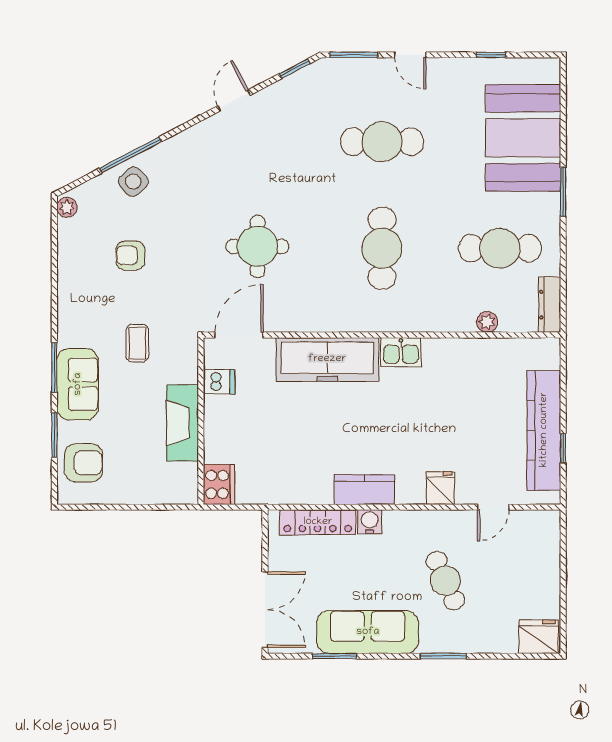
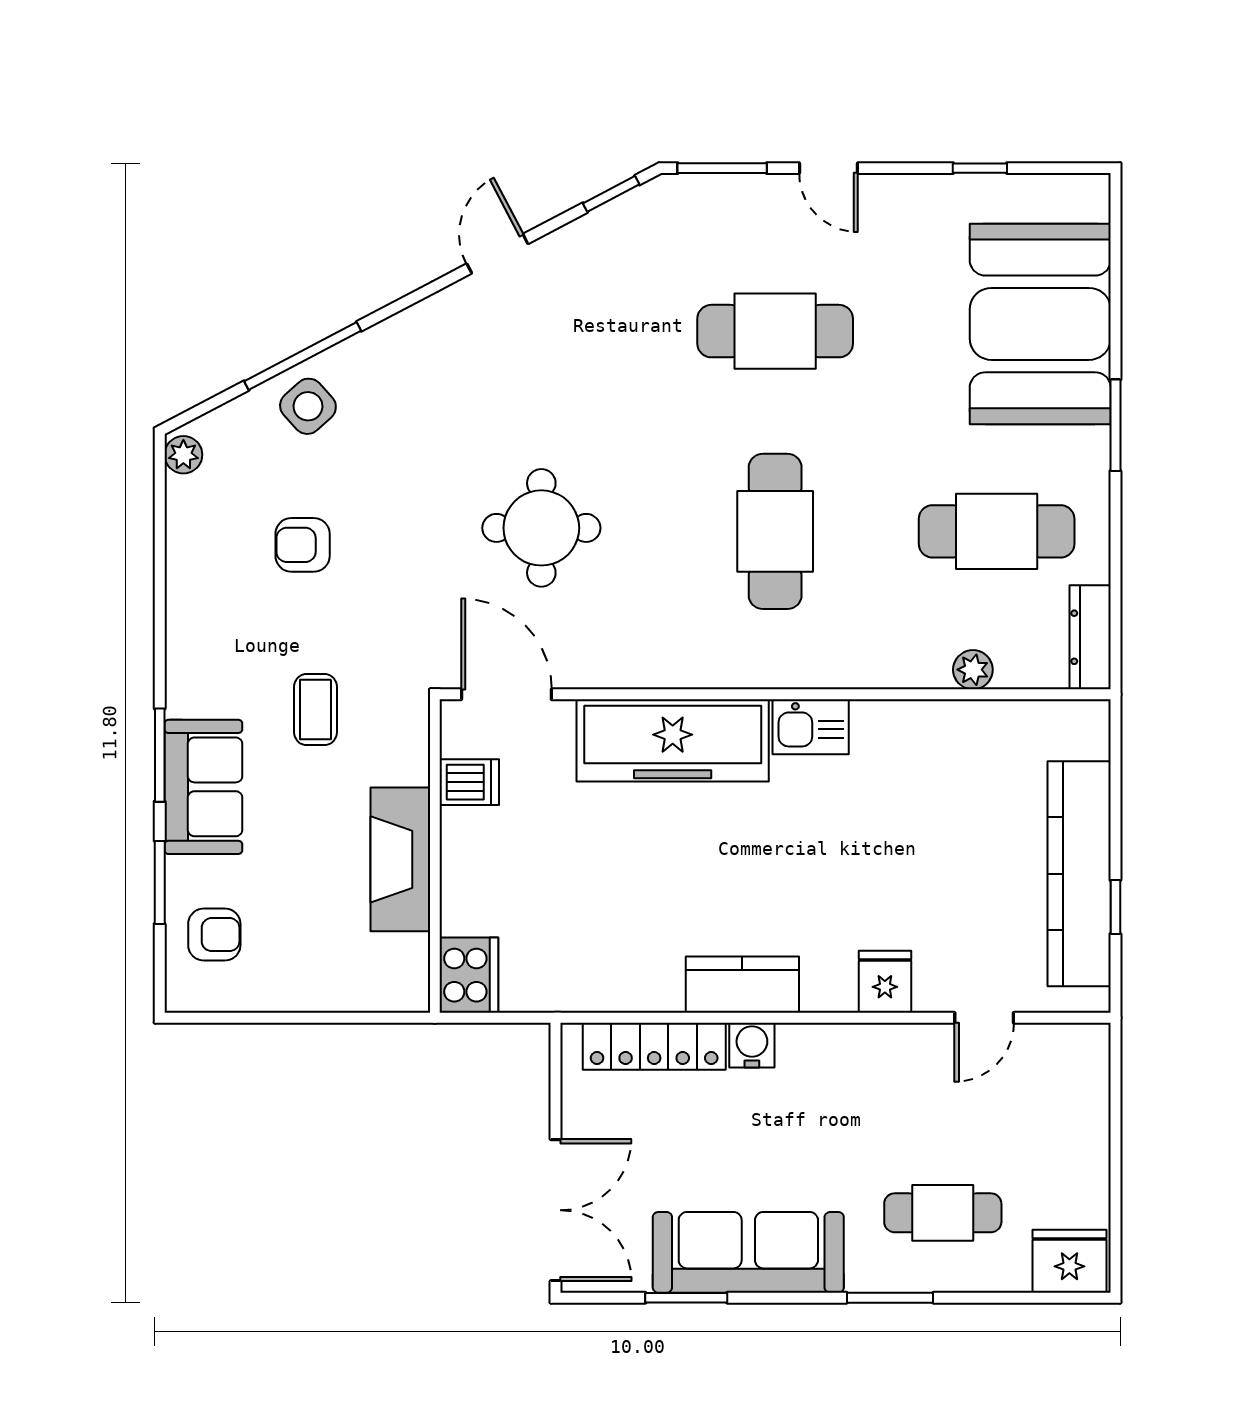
door: (239, 335) -> (506, 694), hinge flipped
armchair: (83, 463) -> (214, 935), width x0.72, depth x0.72
cafe table: (445, 581) -> (943, 1213), moved, turned -66

